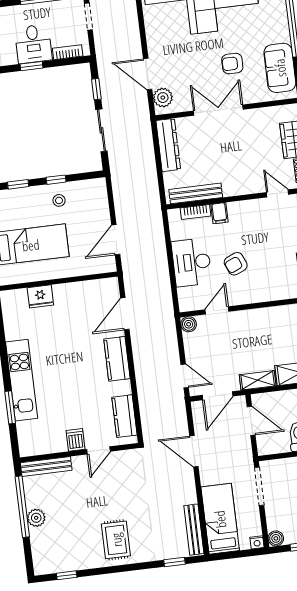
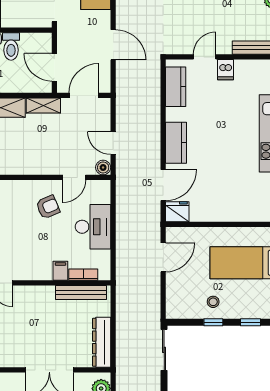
sliding door: (101, 130) -> (164, 350), moved
armchair: (236, 264) -> (48, 207), moved
fridge: (40, 296) -> (177, 212), moved
door: (185, 376) -> (113, 143), moved

